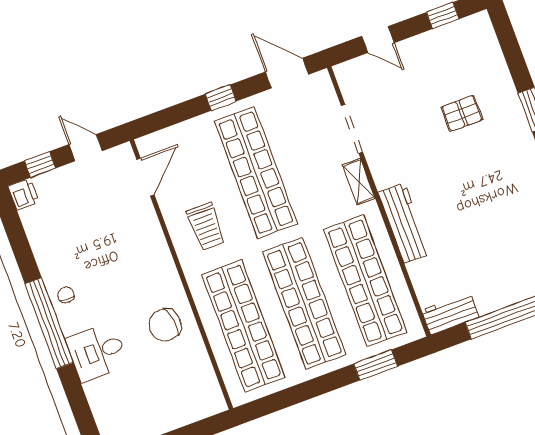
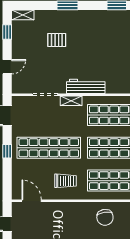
shelving: (485, 33) -> (23, 15), added
pallet: (462, 113) -> (57, 40), turned 90
workbench: (404, 223) -> (86, 86), moved

